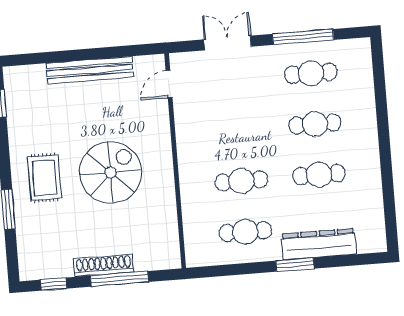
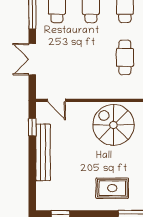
window: (126, 51) -> (32, 127), added
spiral stairs: (111, 172) -> (113, 125), moved

